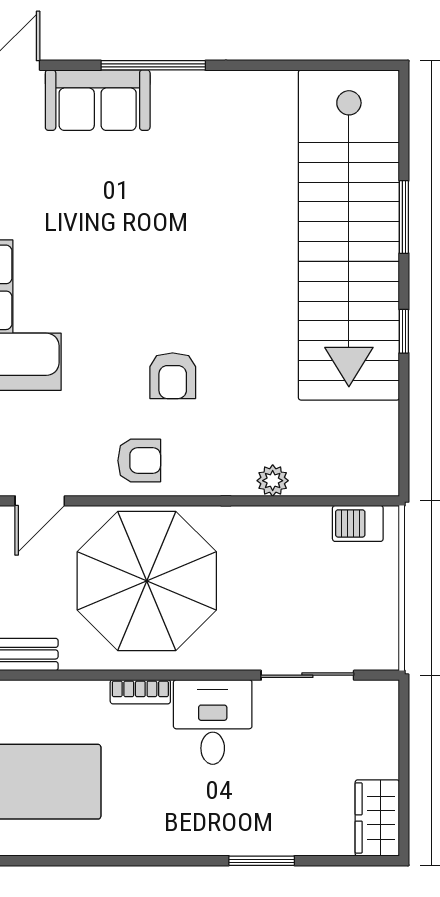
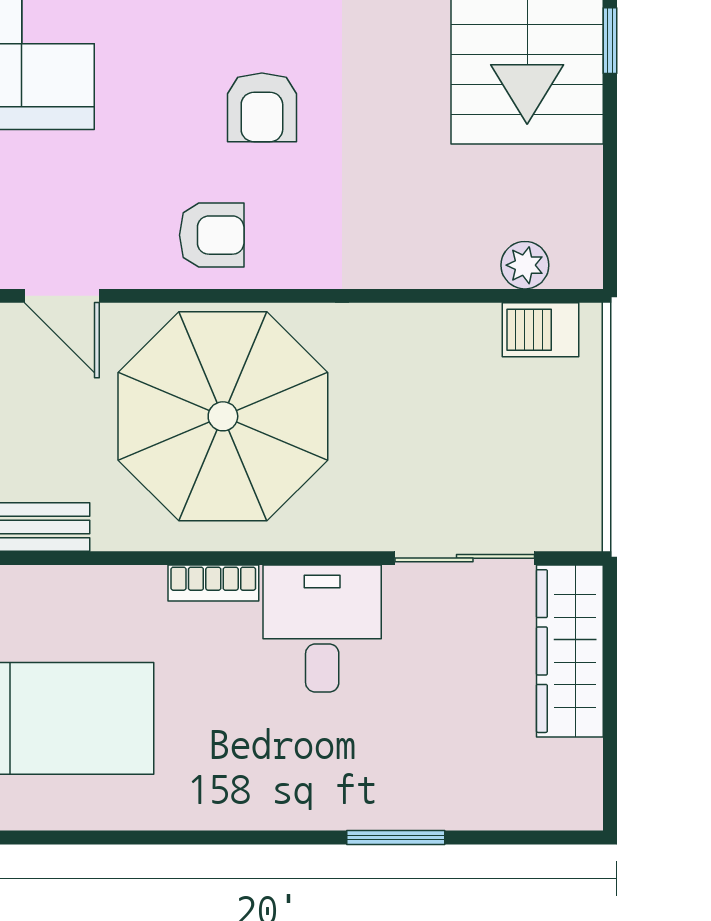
plant: (273, 481) -> (525, 265), moved
door: (40, 501) -> (62, 296), hinge flipped
wardrobe: (377, 818) -> (570, 651), moved, width x1.50

